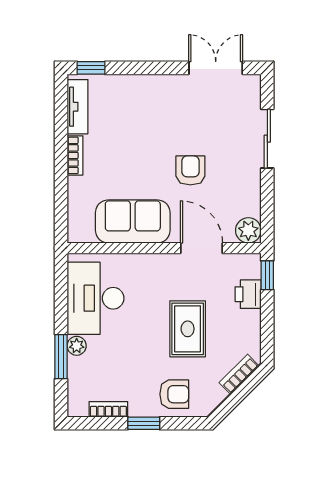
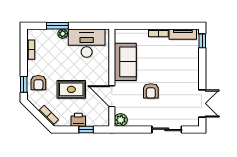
armchair: (190, 170) -> (151, 91), turned 90
door: (201, 248) -> (112, 96), swing flipped
window: (267, 275) -> (86, 129), moved
printer: (248, 294) -> (78, 120), moved
window: (144, 423) -> (24, 84), moved

